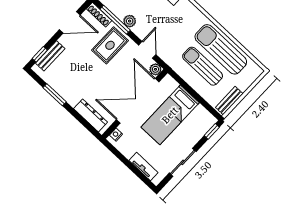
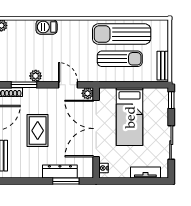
window: (115, 20) -> (24, 85), width x0.69
rug: (110, 45) -> (38, 131), moved
sun lounger: (203, 66) -> (120, 59), turned 180
window: (55, 95) -> (66, 181), moved
dresser: (91, 115) -> (60, 172), moved

